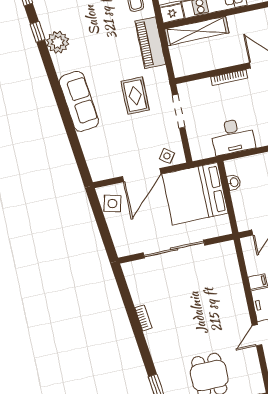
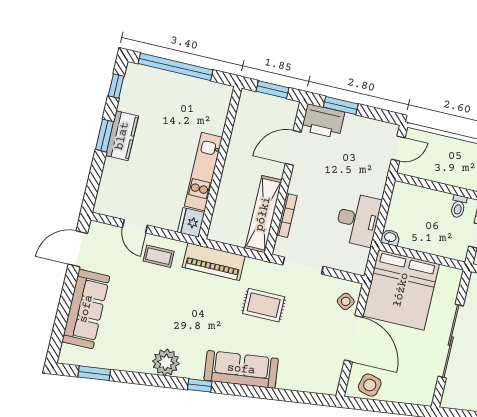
shelving: (197, 31) -> (263, 214), moved
window: (38, 32) -> (200, 385), moved
bookcase: (229, 78) -> (287, 215), moved
washbasin: (234, 182) -> (390, 238), moved

